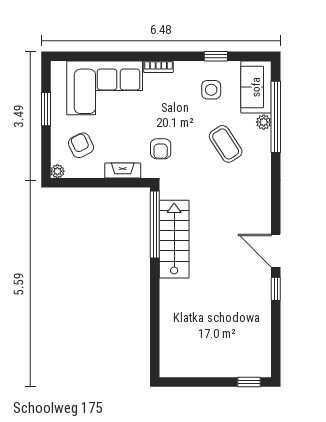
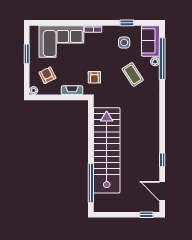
window: (155, 224) -> (91, 183), moved
stairs: (174, 239) -> (107, 150), width x1.86, depth x1.51
door: (276, 251) -> (162, 191), moved

